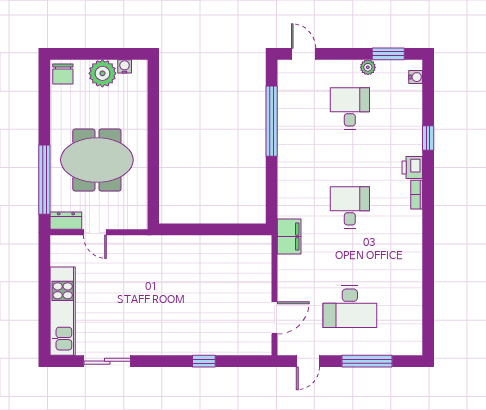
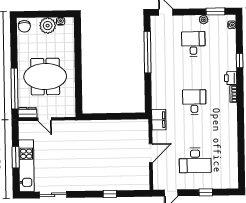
window: (44, 297) -> (16, 157), added
door: (274, 318) -> (151, 153), moved
window: (367, 361) -> (206, 192), width x0.46

